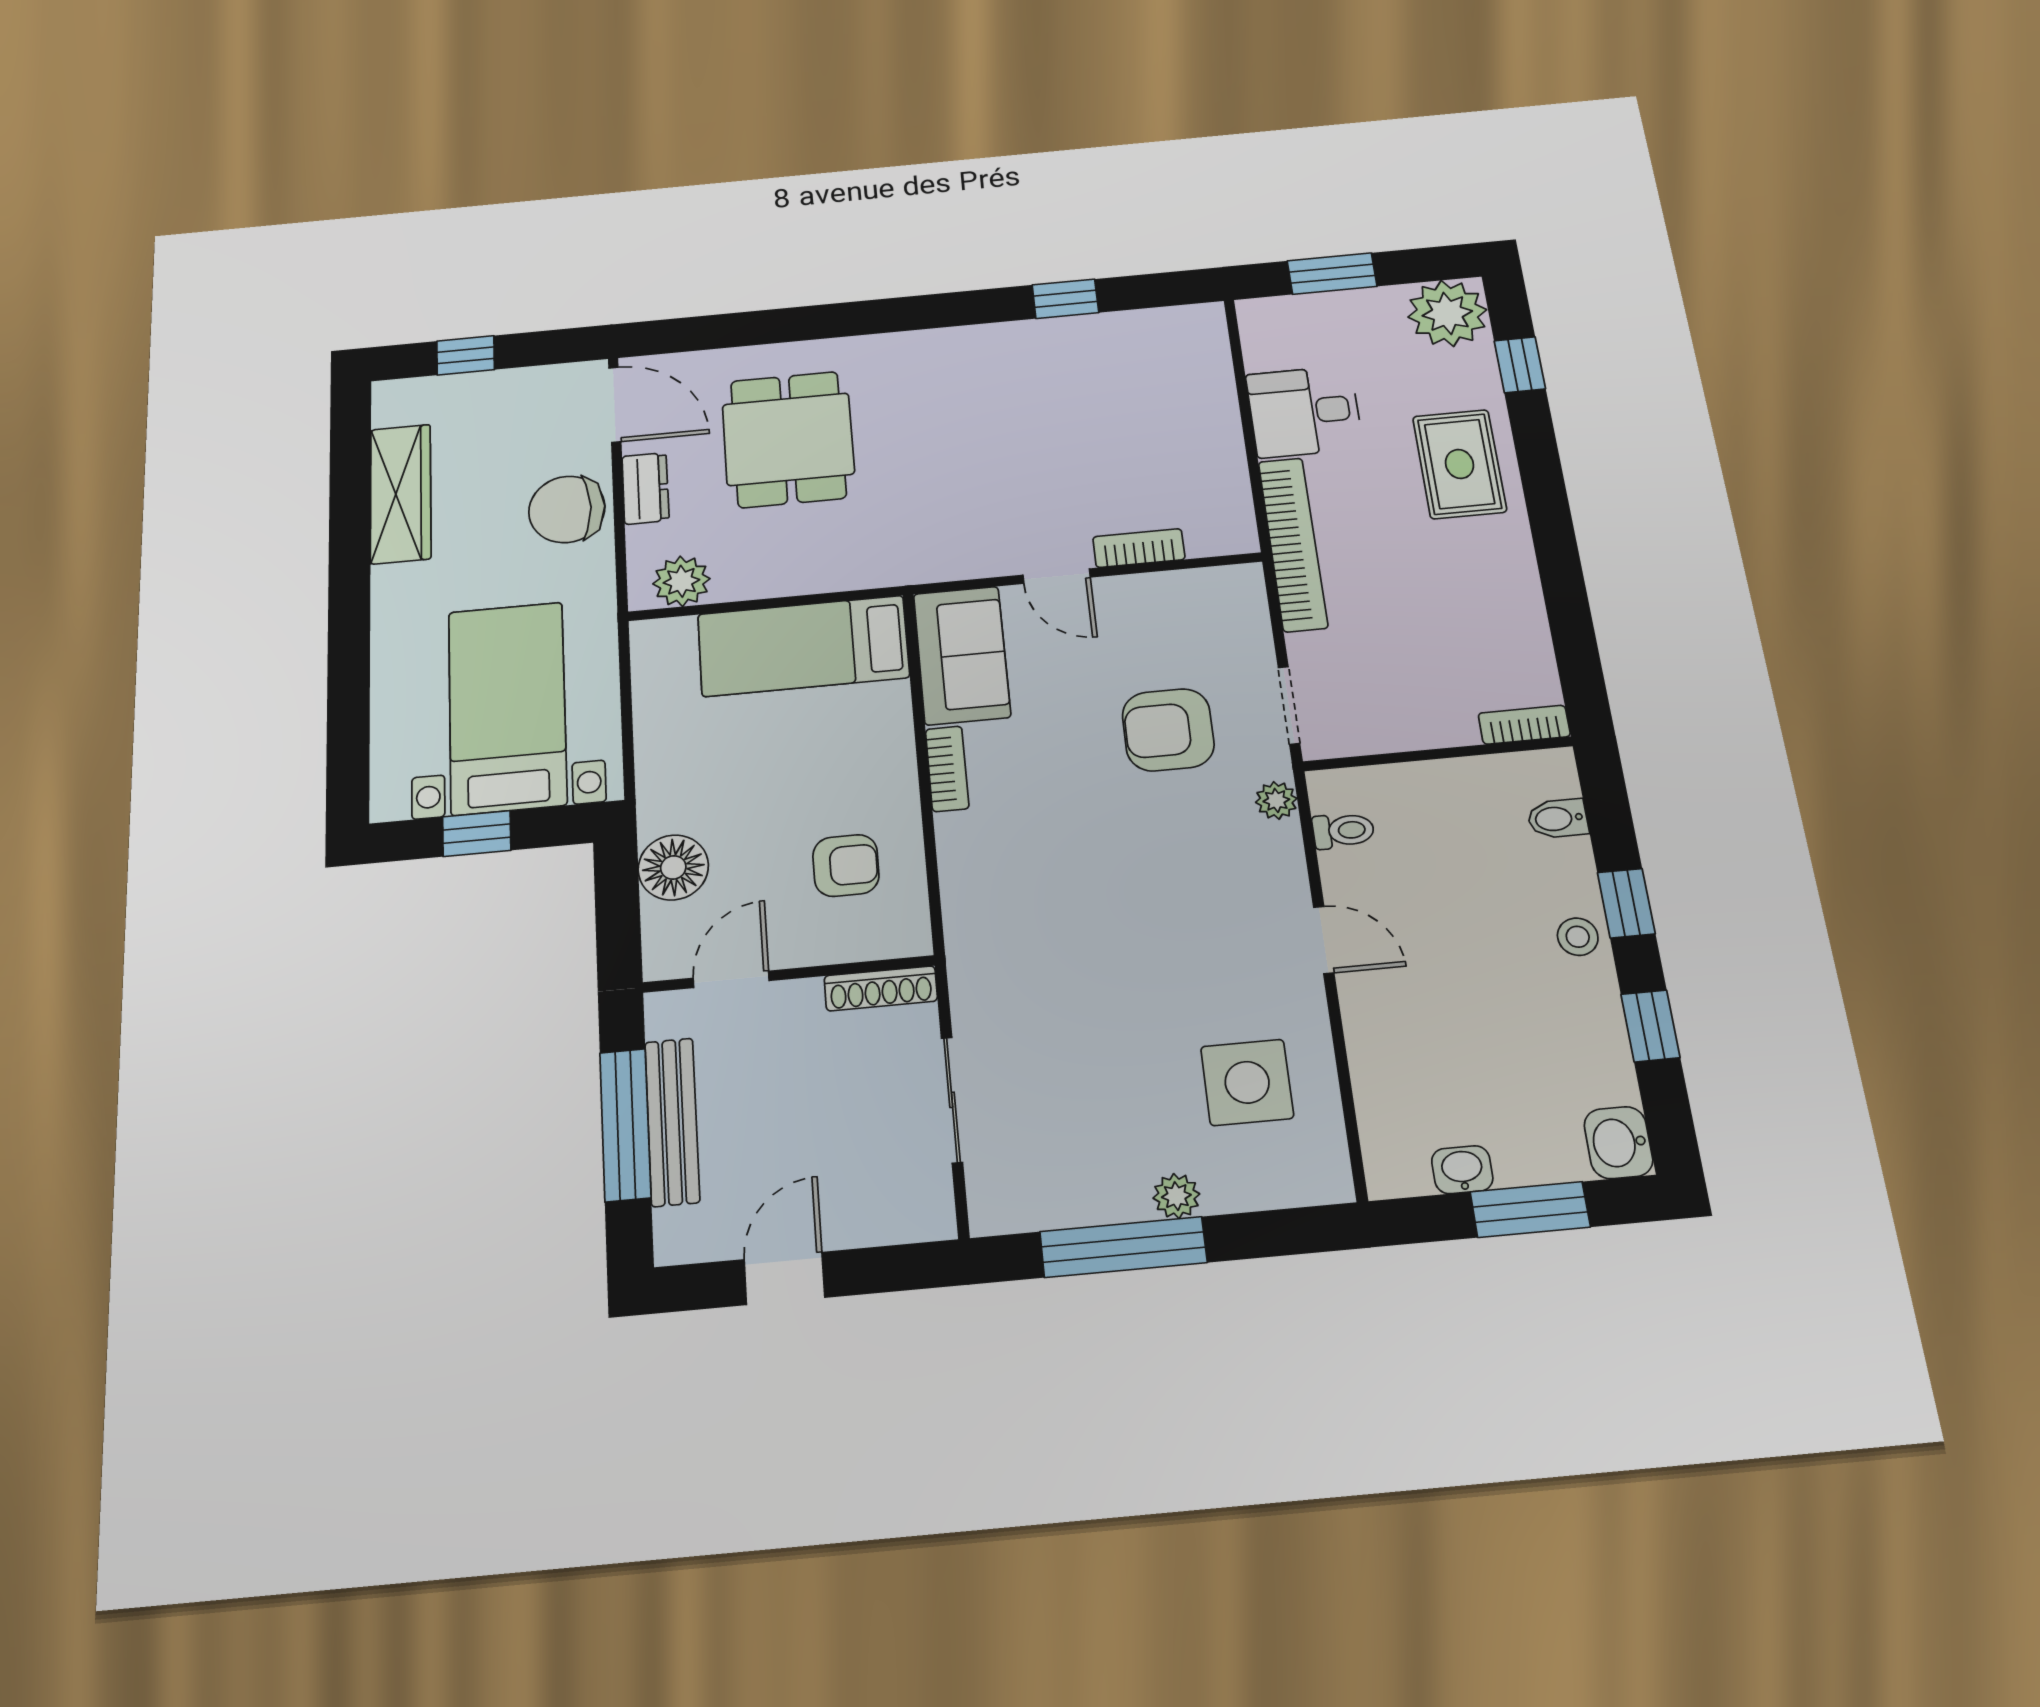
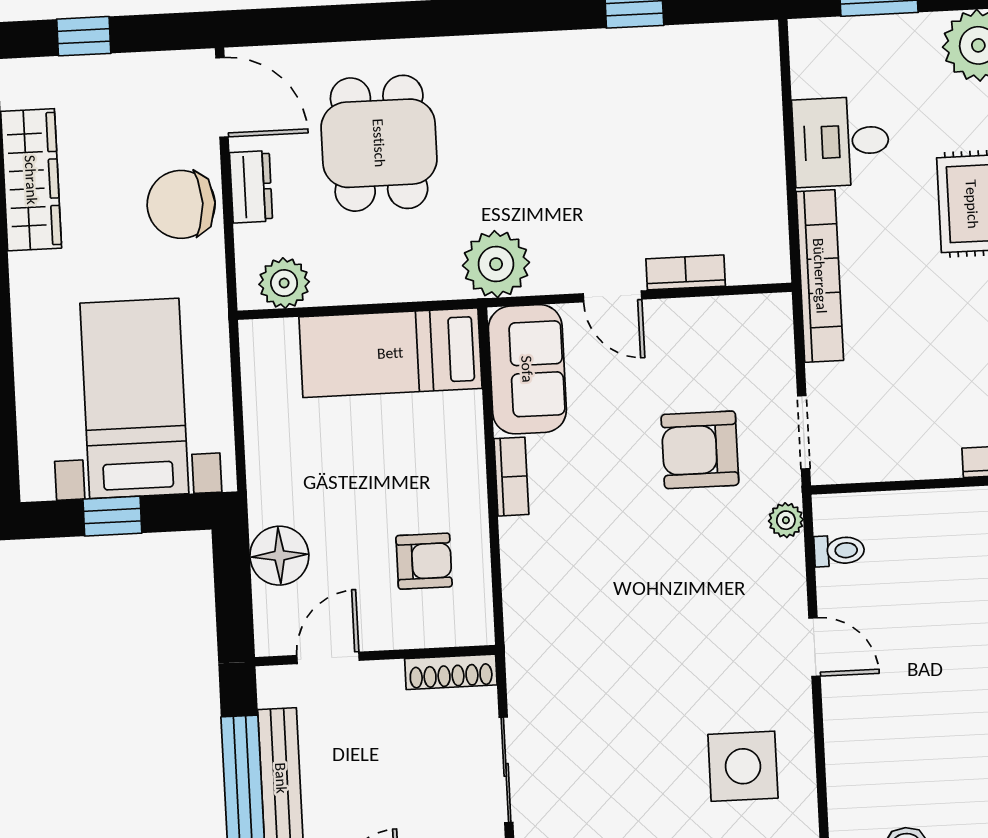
plant: (922, 550) -> (496, 264), added

